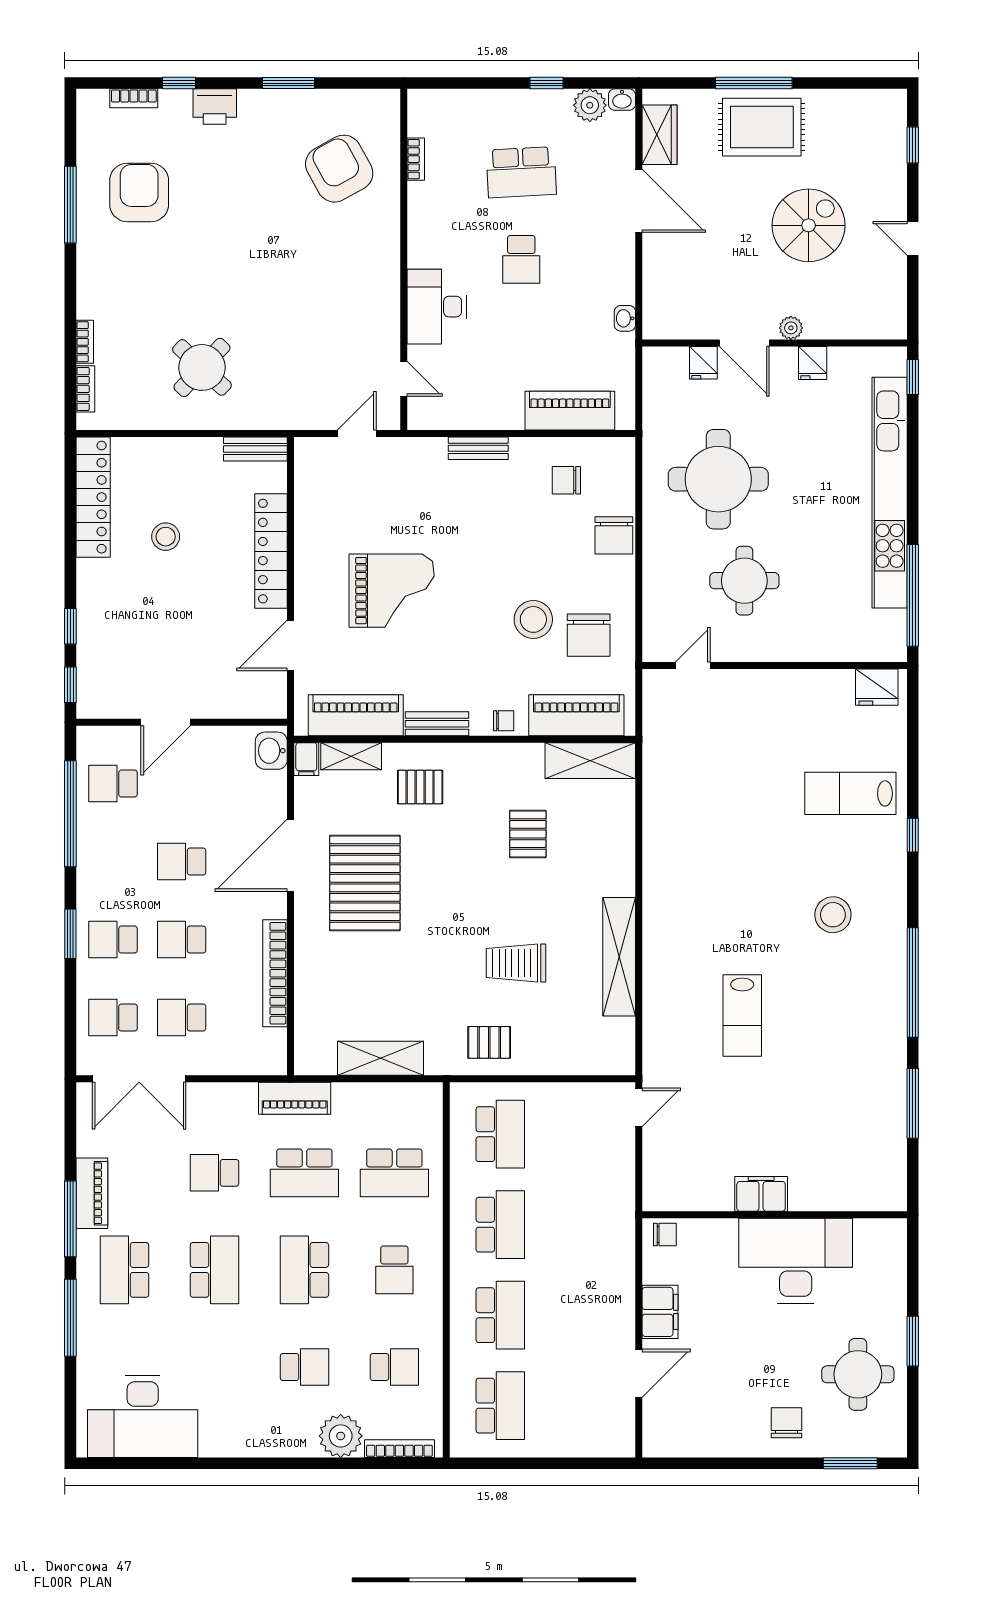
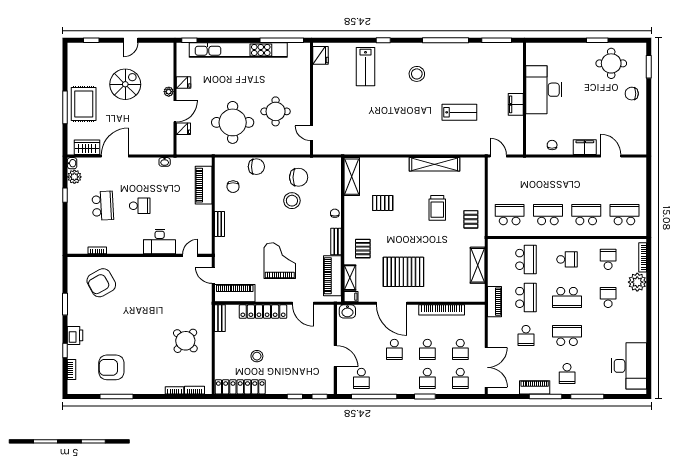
spiral stairs: (809, 225) -> (125, 84), turned 90
piano: (576, 715) -> (235, 293), moved, turned 90
filing cabinet: (761, 1194) -> (516, 104), moved
wall: (775, 1215) -> (525, 99), moved
desk: (796, 1261) -> (544, 90), moved
school desk: (125, 1270) -> (567, 374), width x0.54

